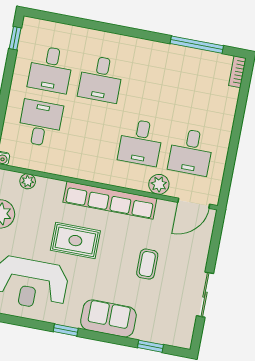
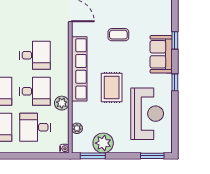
desk: (191, 152) -> (35, 91), moved
plant: (159, 184) -> (62, 103), moved
window: (150, 346) -> (175, 40), moved

